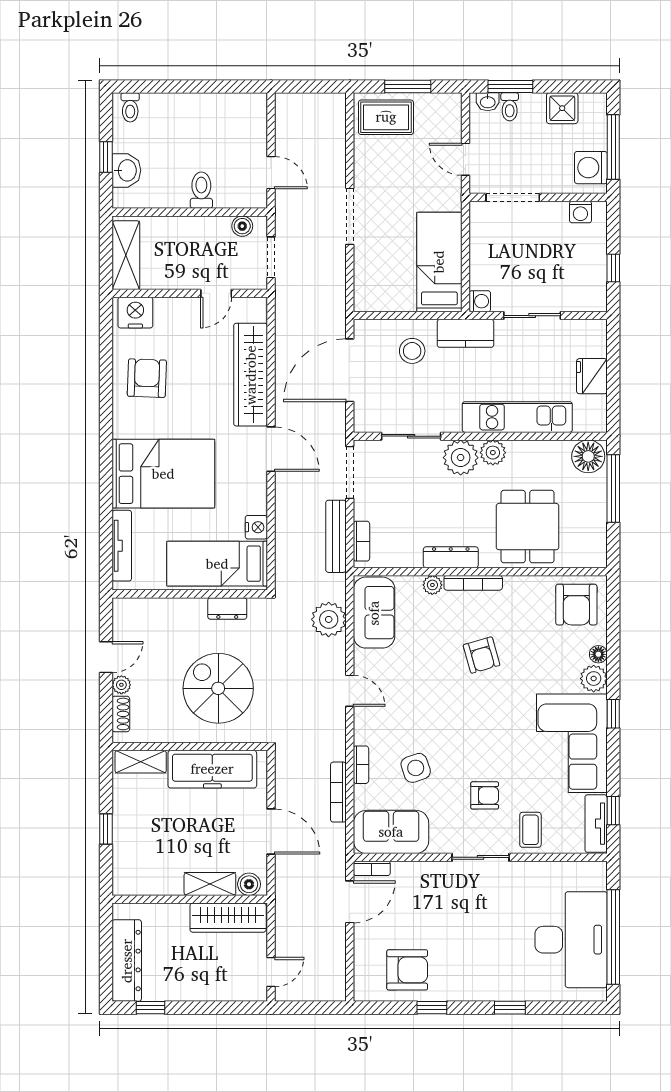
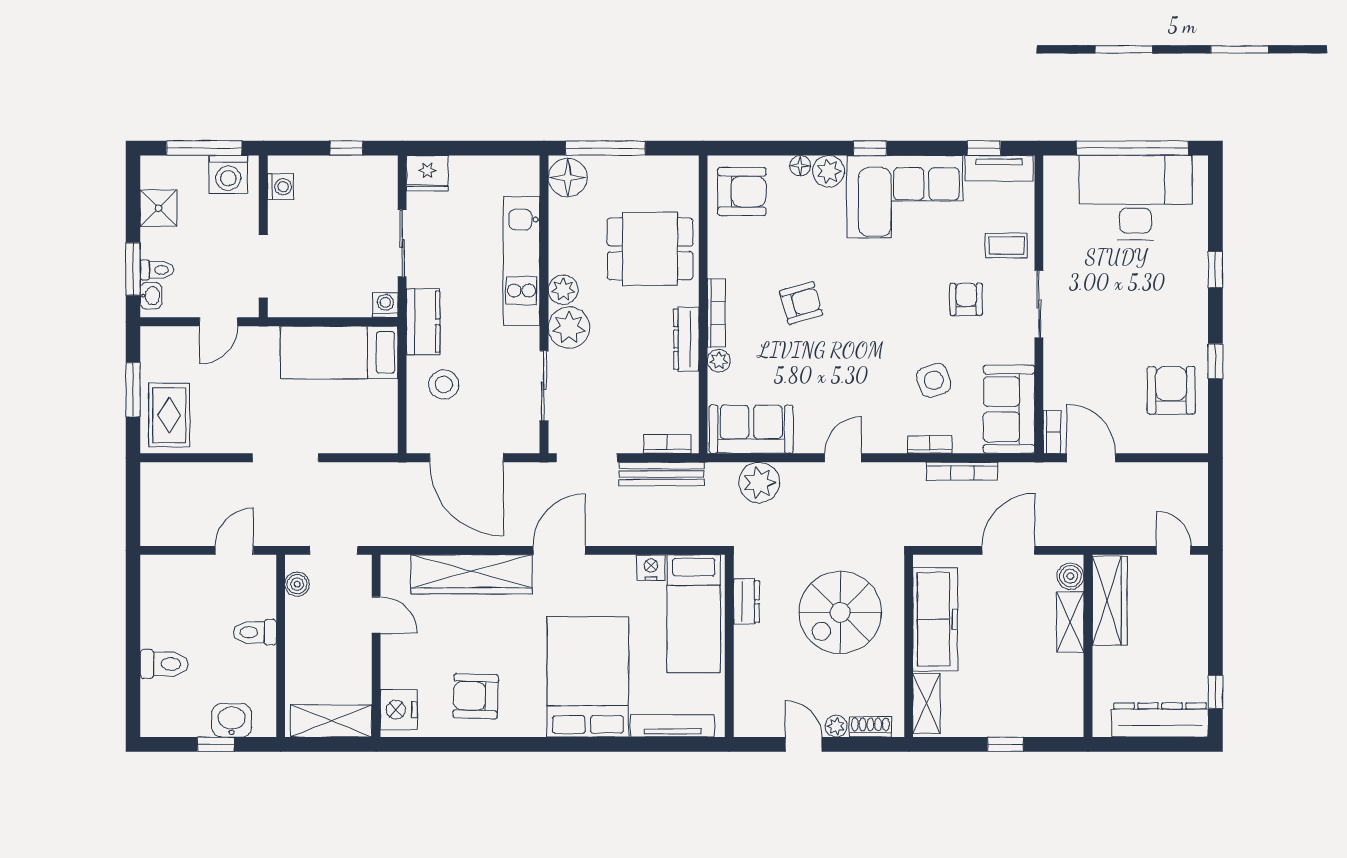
toilet: (130, 107) -> (164, 664), moved, width x1.37, depth x1.39
fridge: (592, 376) -> (427, 173), moved

